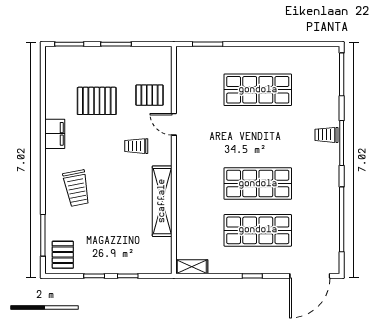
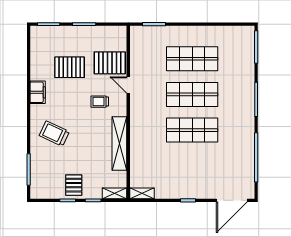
pallet: (149, 95) -> (110, 63), width x1.50, depth x1.42
trolley: (326, 135) -> (244, 93), removed
trolley: (77, 188) -> (54, 134), turned 126
shop shelf: (258, 230) -> (192, 94), moved
pallet: (63, 255) -> (74, 185), moved
shelving: (156, 267) -> (115, 193), added

